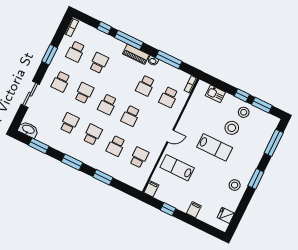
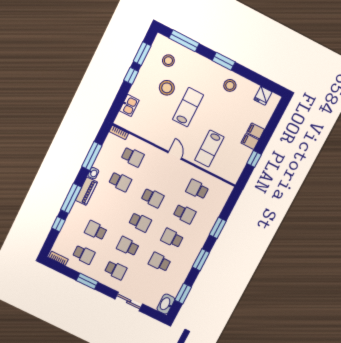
stool: (244, 112) -> (168, 61), moved
filing cabinet: (151, 189) -> (250, 142), moved

